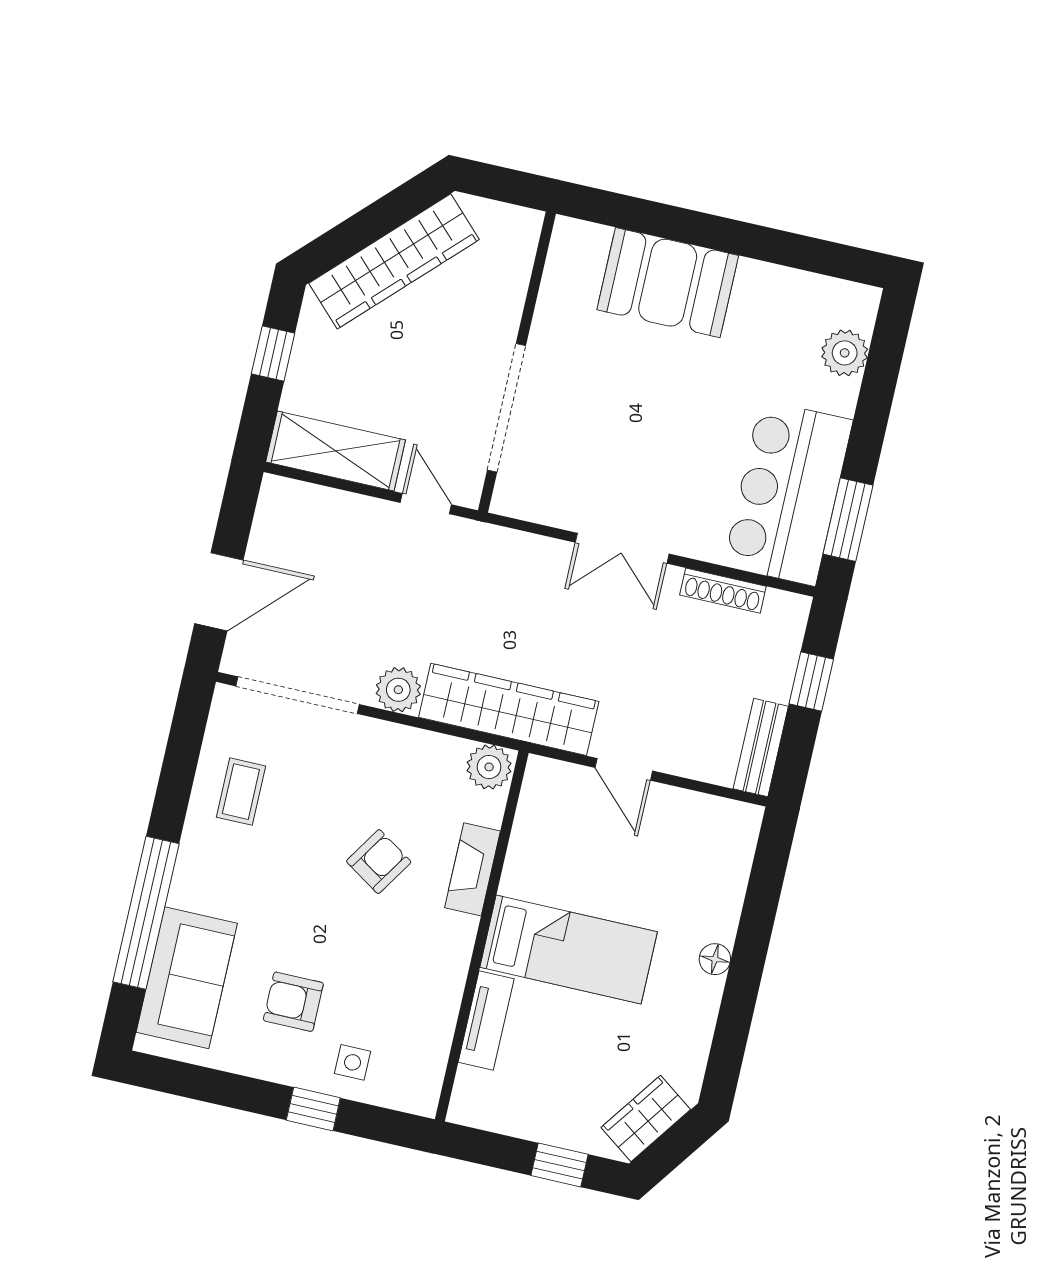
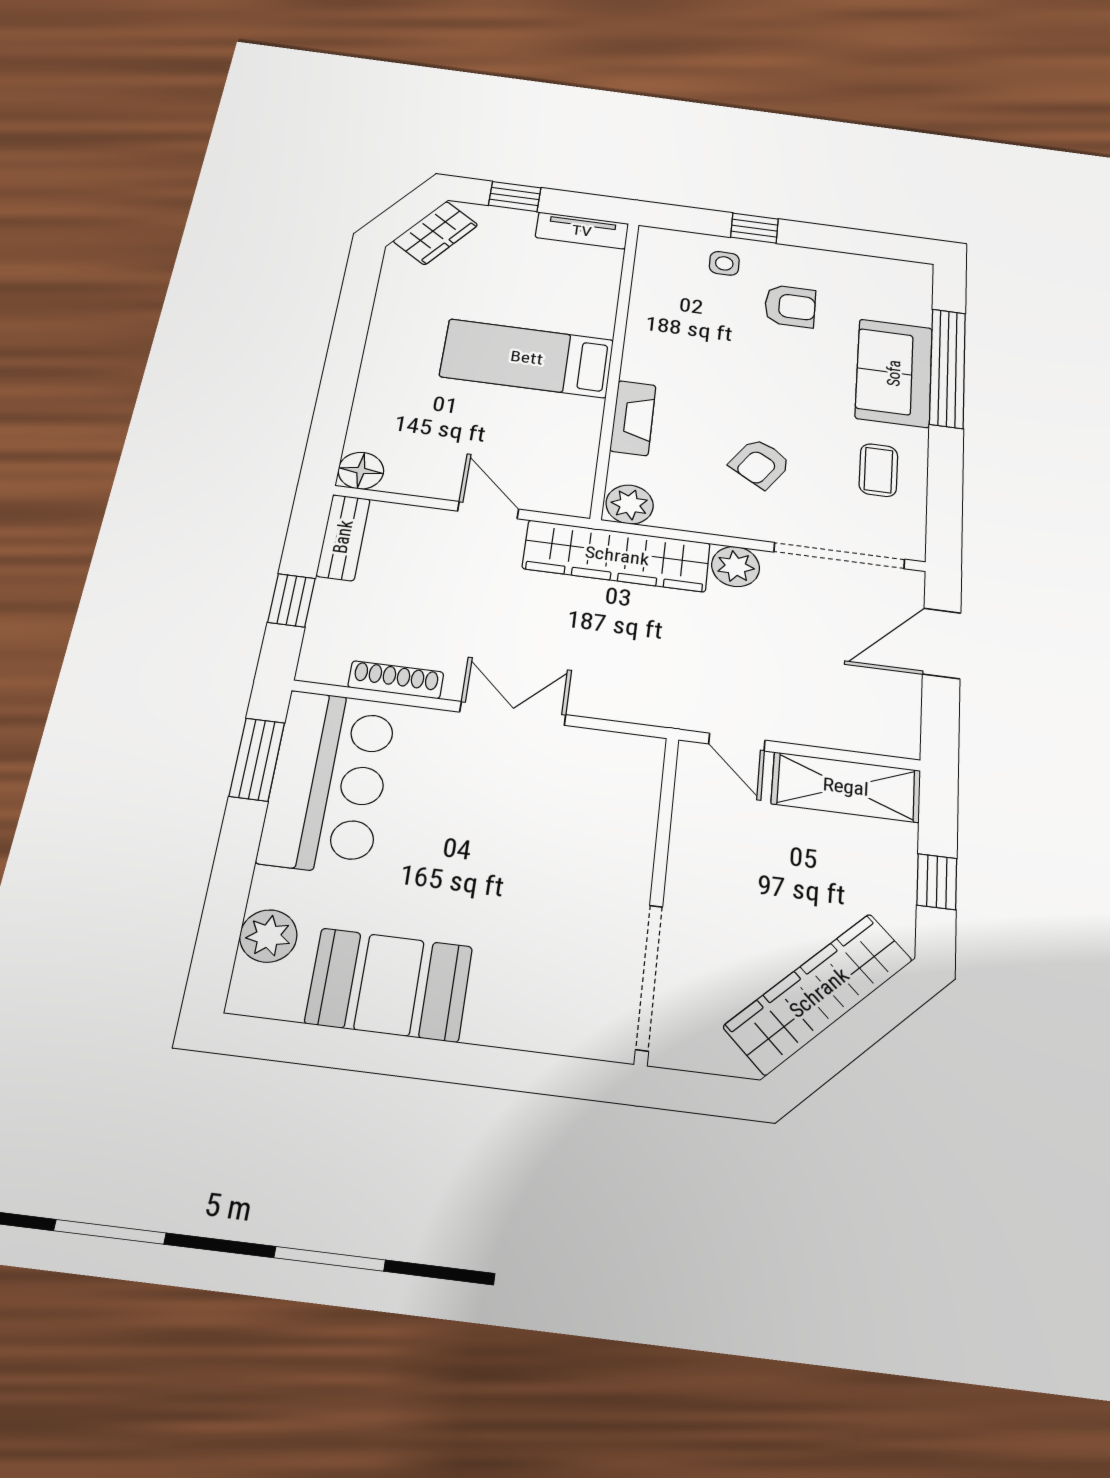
booth: (668, 283) -> (389, 985), moved
doorway: (507, 408) -> (649, 977), moved
armchair: (379, 862) -> (760, 463), moved
floor lamp: (715, 959) -> (361, 471), moved, width x1.37, depth x1.37
sofa: (187, 978) -> (894, 373), moved
tv unit: (486, 1020) -> (582, 231), moved, turned -90

